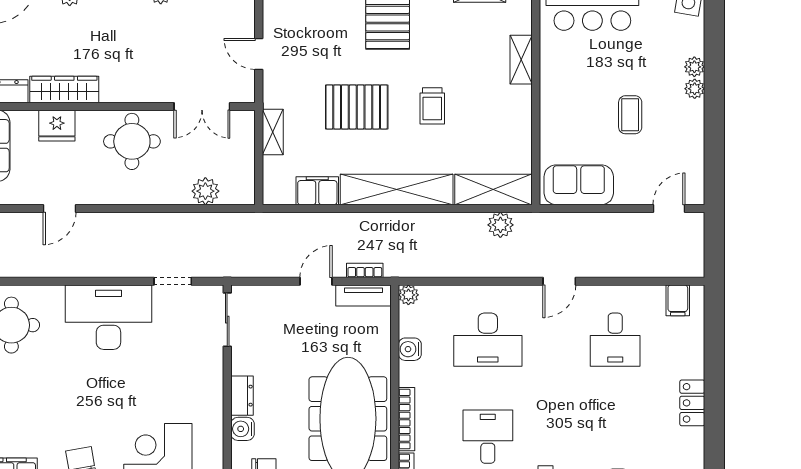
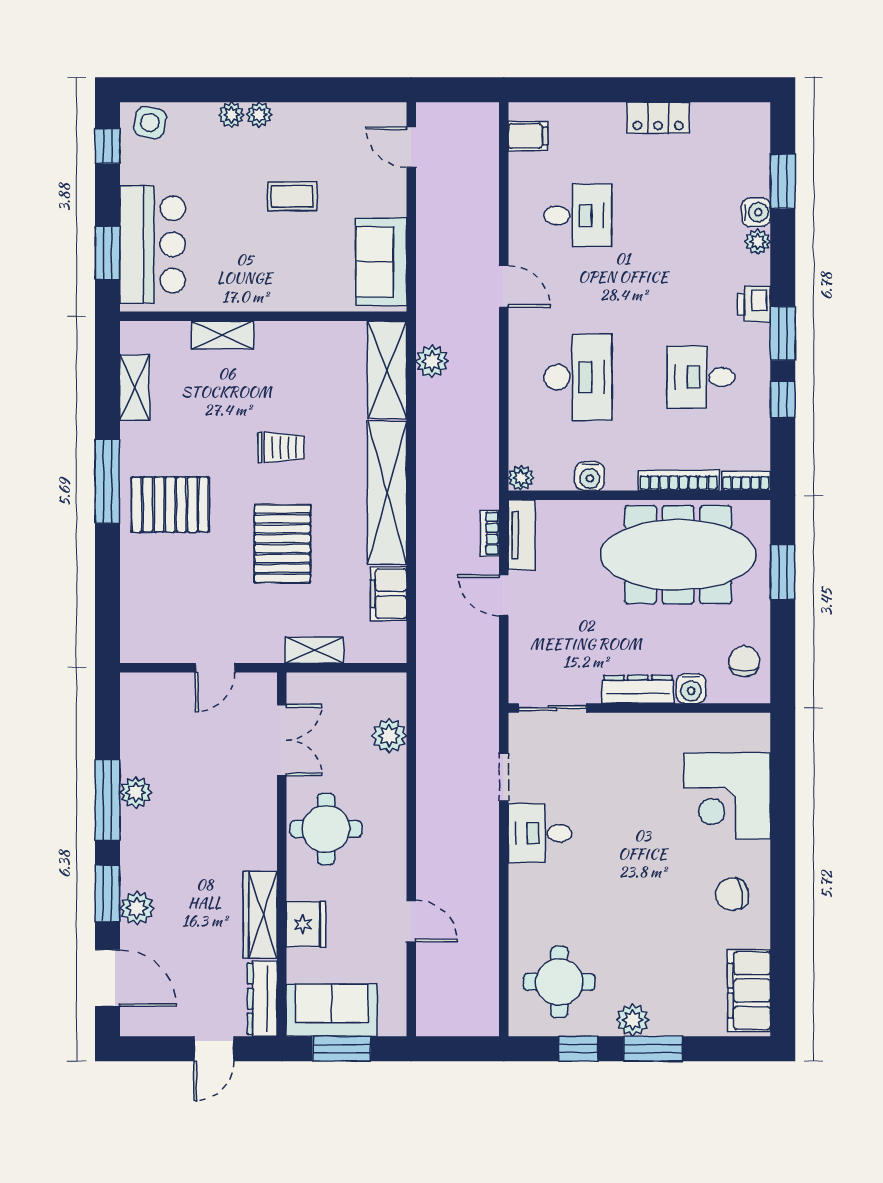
desk: (108, 317) -> (540, 833), width x0.53, depth x0.77
dresser: (242, 396) -> (638, 689), width x1.44

